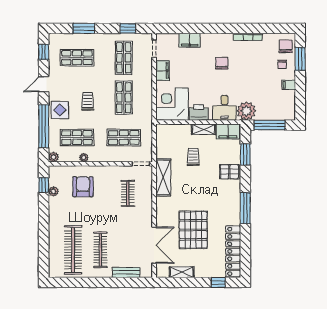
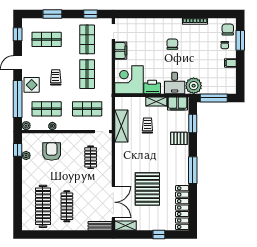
filing cabinet: (190, 40) -> (144, 24), removed
shelving: (163, 177) -> (121, 126), moved
bench: (126, 272) -> (100, 226), moved
shelving: (182, 272) -> (126, 226), moved
window: (218, 282) -> (159, 235), moved

